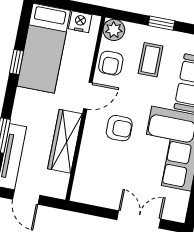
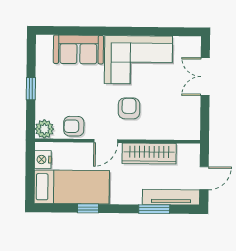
coffee table: (151, 60) -> (64, 92), removed
armchair: (111, 63) -> (74, 126), turned 180
door: (88, 96) -> (106, 141), swing flipped

